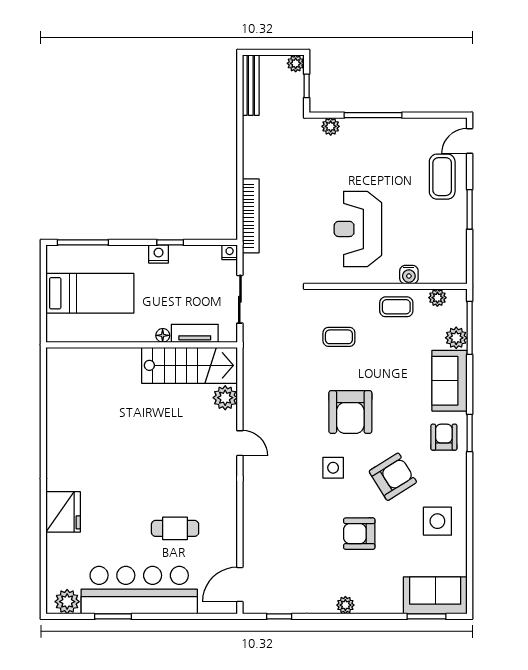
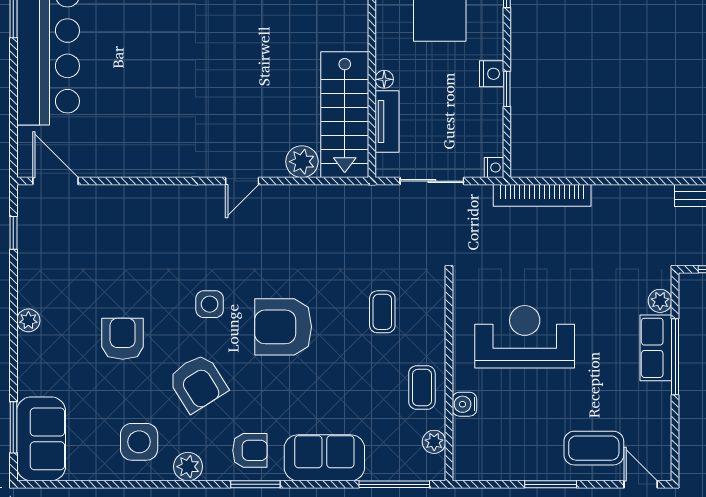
row of seats: (366, 129) -> (656, 348), added
plant: (456, 338) -> (188, 467), moved
cafe table: (175, 528) -> (129, 96), removed

